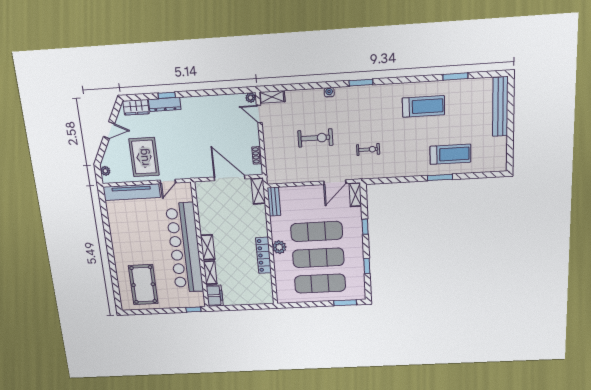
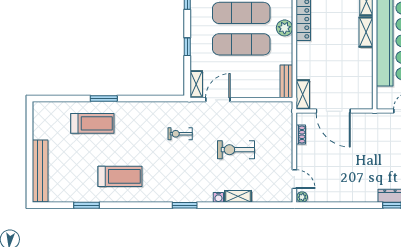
shelving: (272, 97) -> (238, 196), moved
treadmill: (423, 106) -> (120, 176), turned 180
treadmill: (450, 154) -> (92, 123), turned 180

